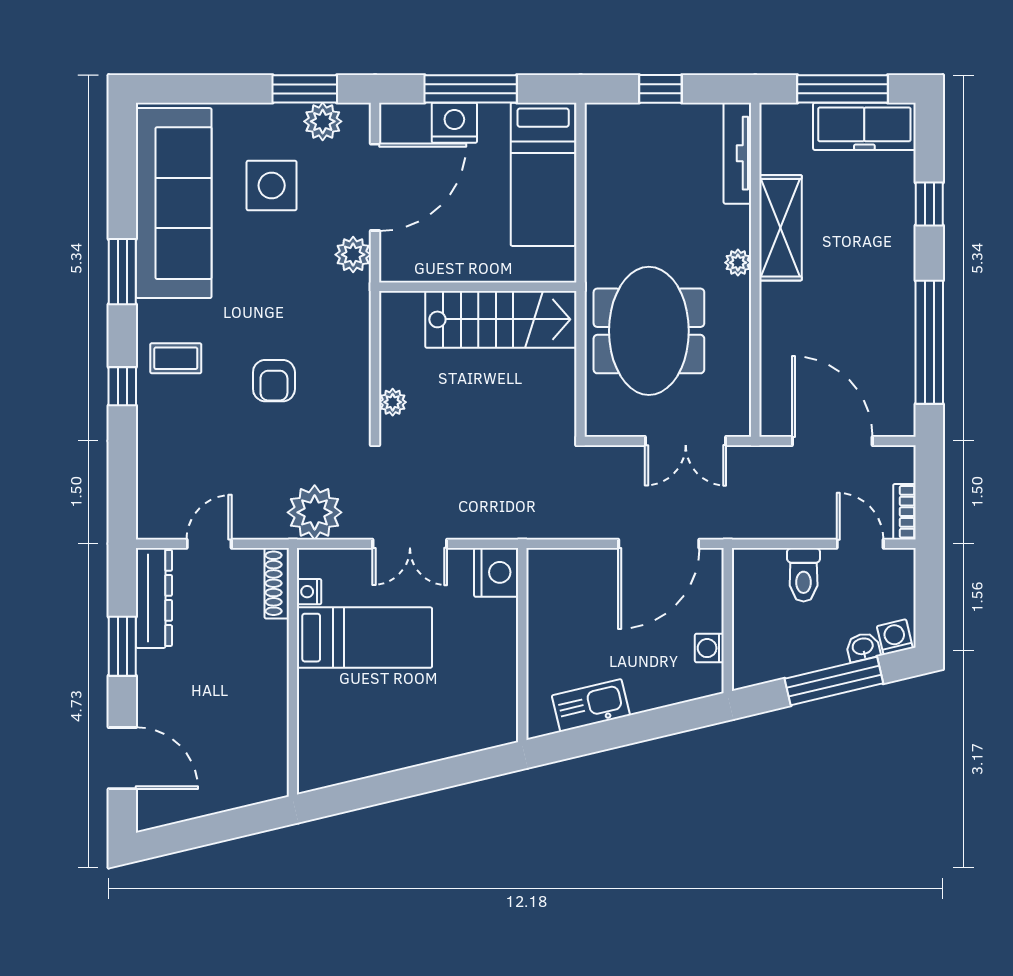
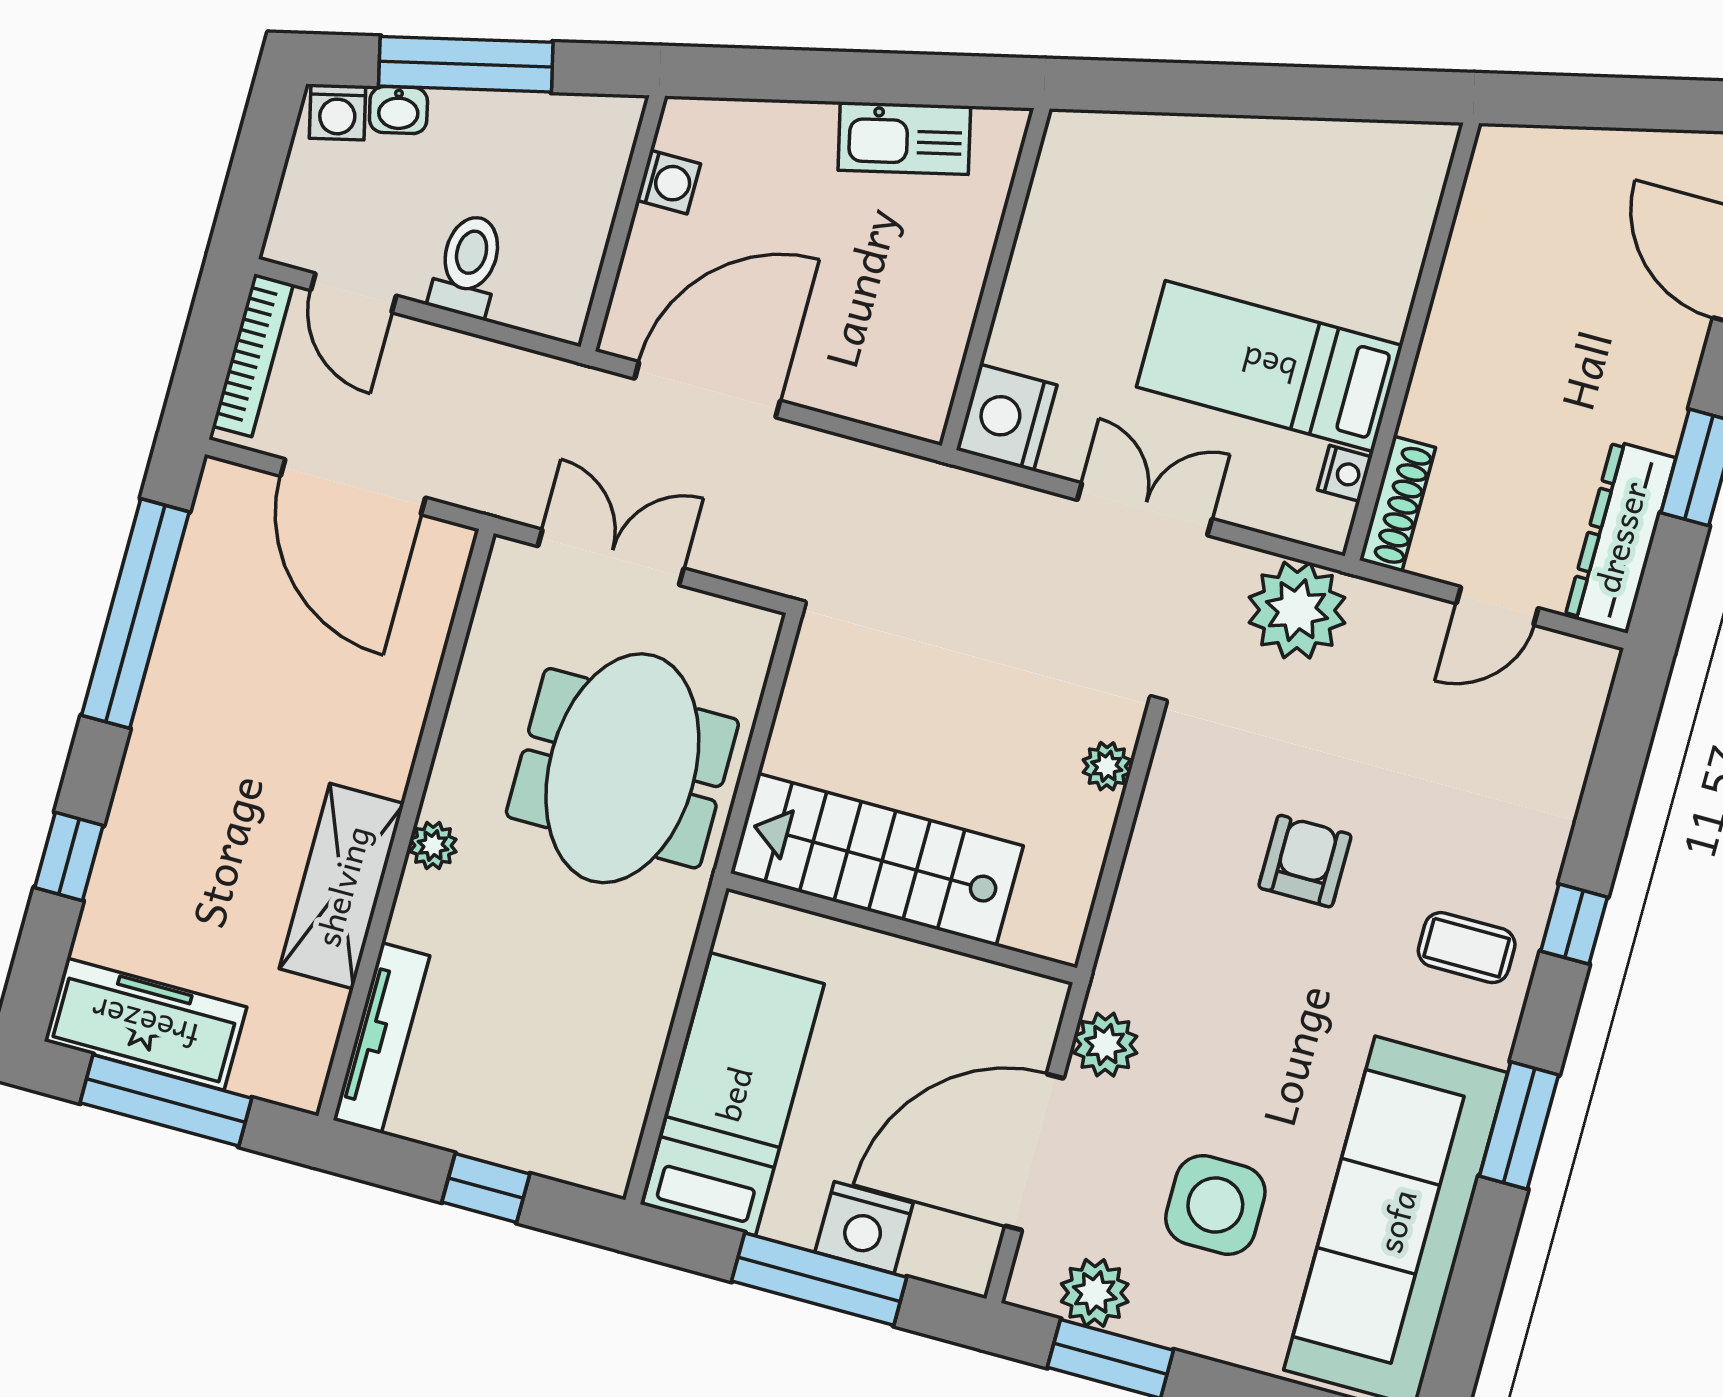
bookcase: (904, 512) -> (253, 355), width x1.56

